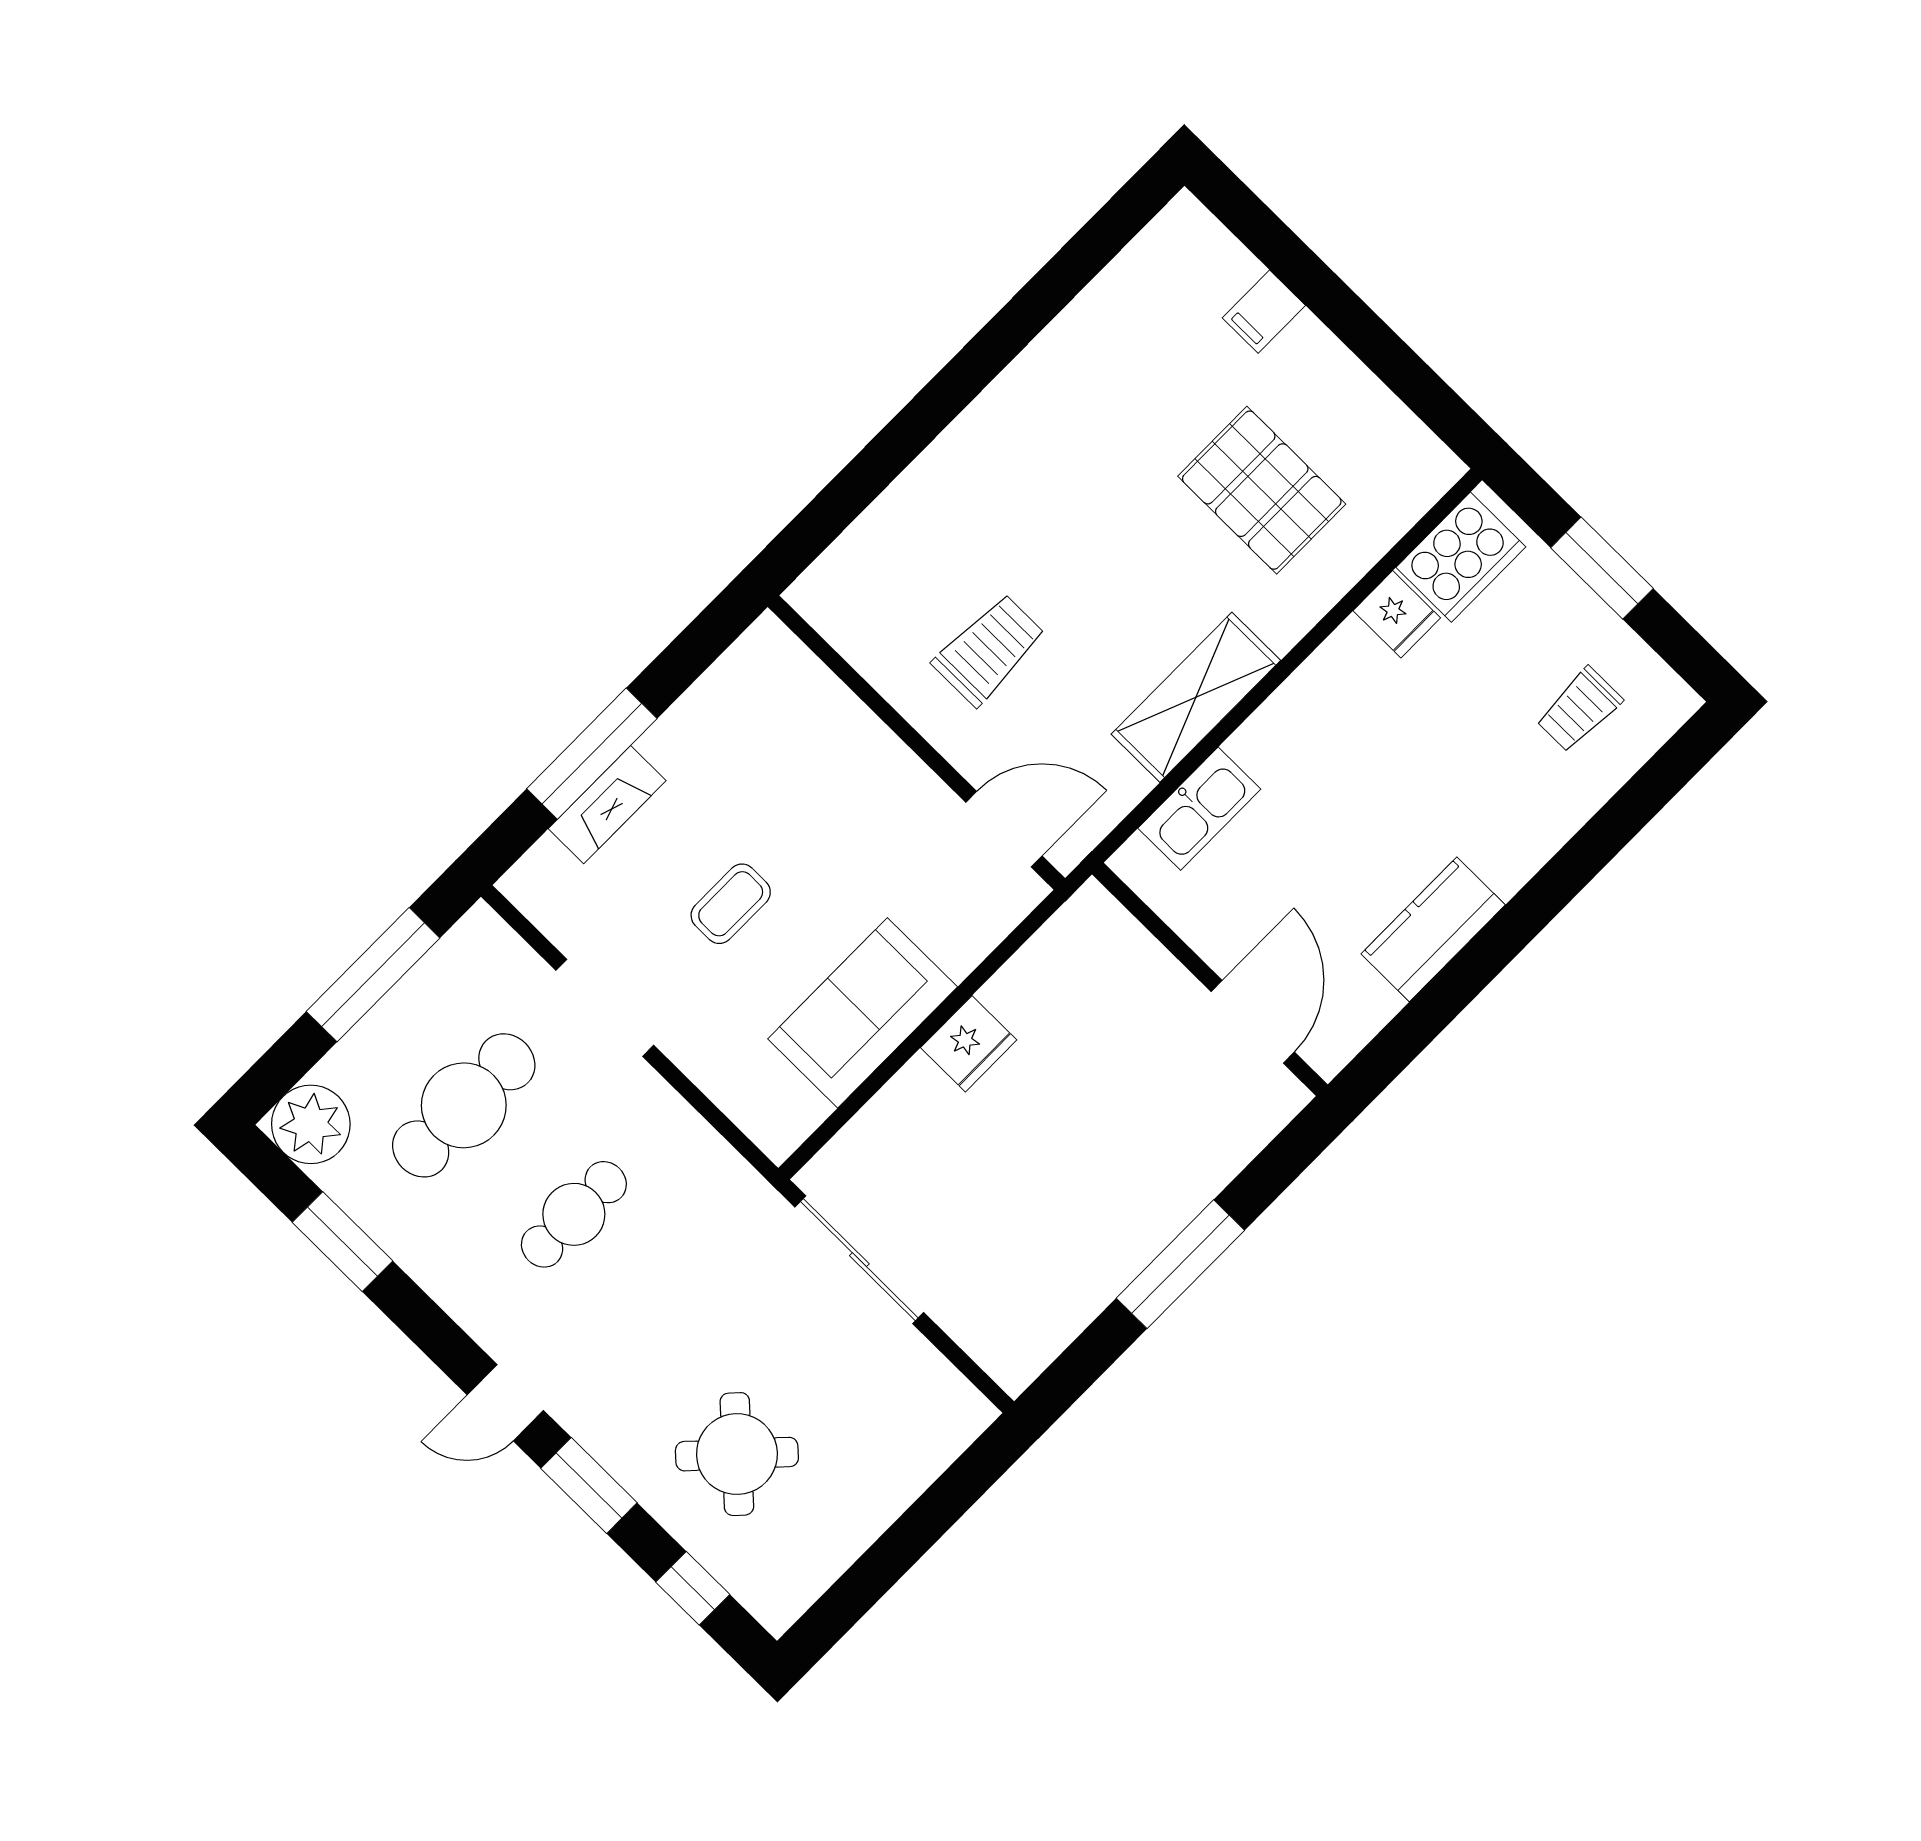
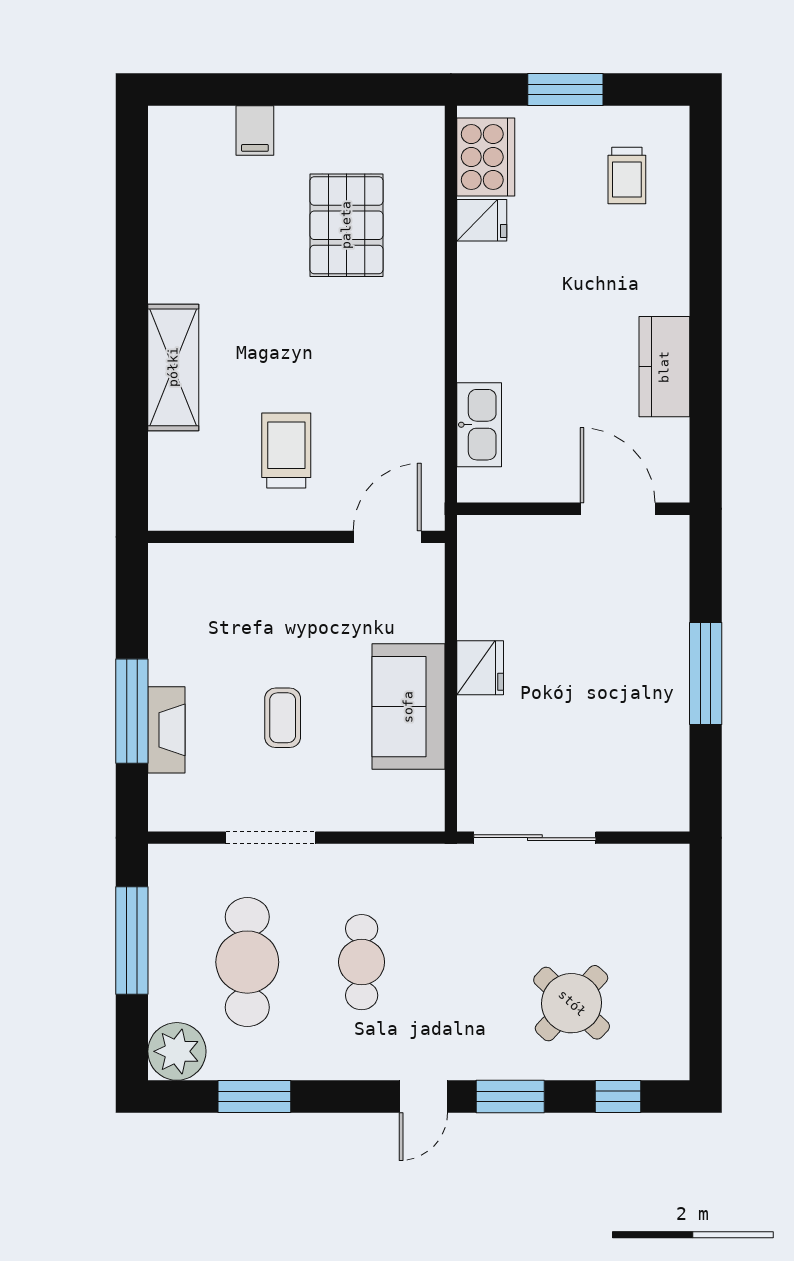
pallet: (1262, 490) -> (346, 225), turned 90
shelving: (1196, 697) -> (173, 367), moved

